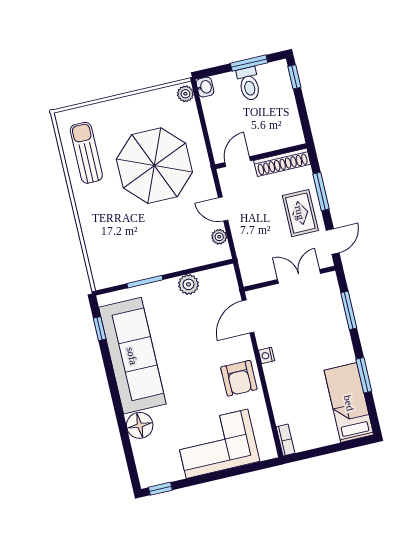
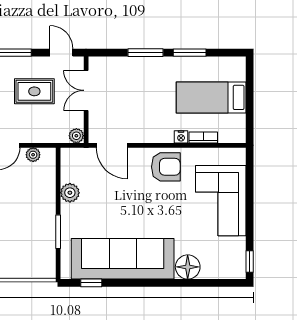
rug: (300, 213) -> (34, 91), moved
plant: (250, 277) -> (76, 136), added
window: (349, 310) -> (145, 53), moved
nightstand: (266, 355) -> (181, 137), moved
bed: (349, 403) -> (211, 97), moved
bookcase: (285, 440) -> (203, 137), moved

